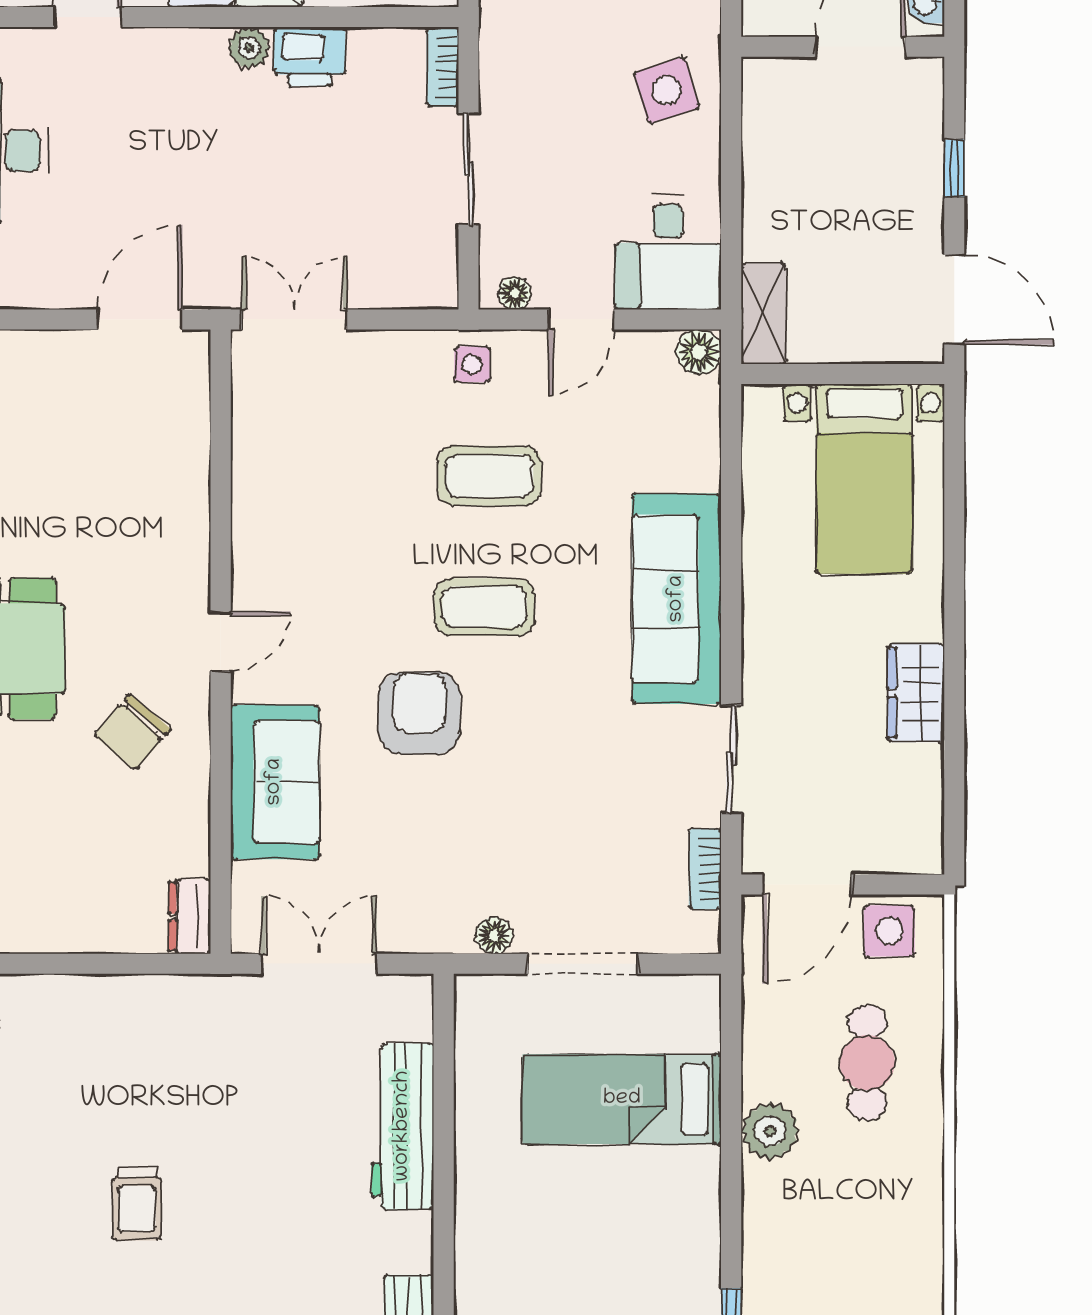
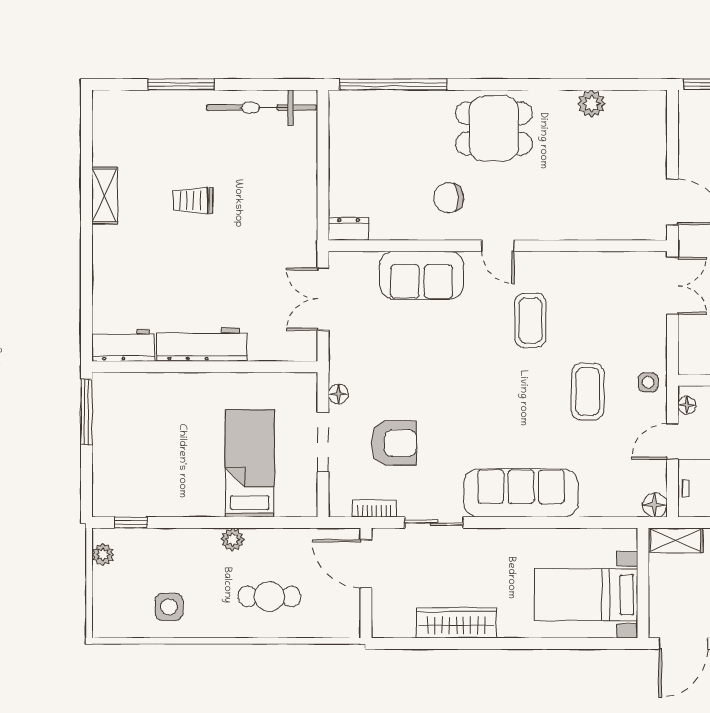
door: (582, 319) -> (673, 441), hinge flipped
coffee table: (485, 607) -> (530, 320), moved
wardrobe: (916, 693) -> (457, 623), width x1.50
armchair: (419, 713) -> (394, 443), moved
chair: (132, 732) -> (449, 198), turned -44
side table: (889, 931) -> (169, 607), moved
double door: (319, 964) -> (323, 299), swing flipped
workbench: (403, 1126) -> (202, 344), moved
plant: (770, 1131) -> (232, 539), width x0.73, depth x0.73

